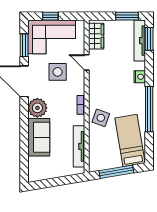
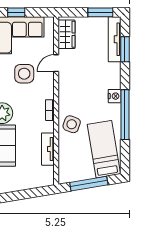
window: (149, 39) -> (125, 49), moved
door: (87, 62) -> (56, 63), hinge flipped
nightstand: (140, 77) -> (115, 96), moved
tv unit: (79, 146) -> (48, 149), width x0.71

